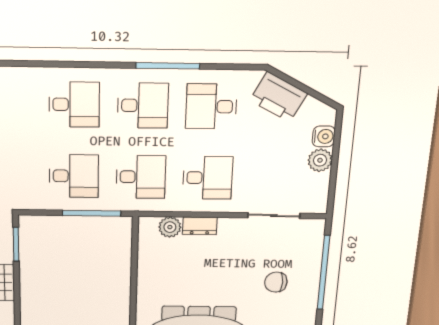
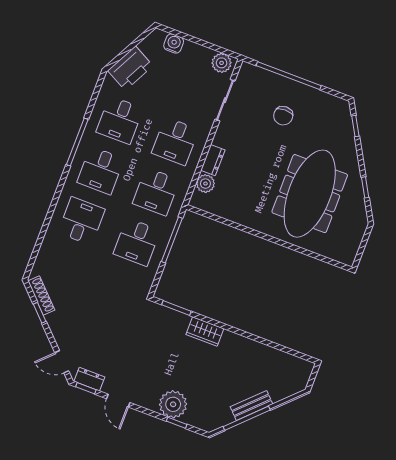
desk: (143, 106) -> (101, 171), turned 180
plant: (320, 160) -> (222, 63), moved
desk: (74, 176) -> (137, 242), turned 180
desk: (141, 177) -> (156, 192), turned 180
desk: (208, 178) -> (175, 141), turned 180

